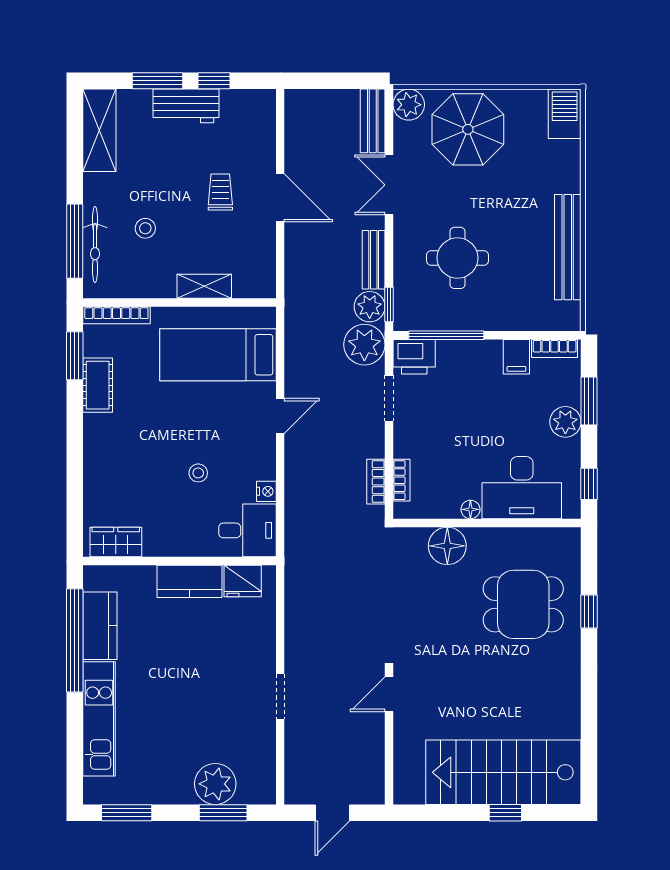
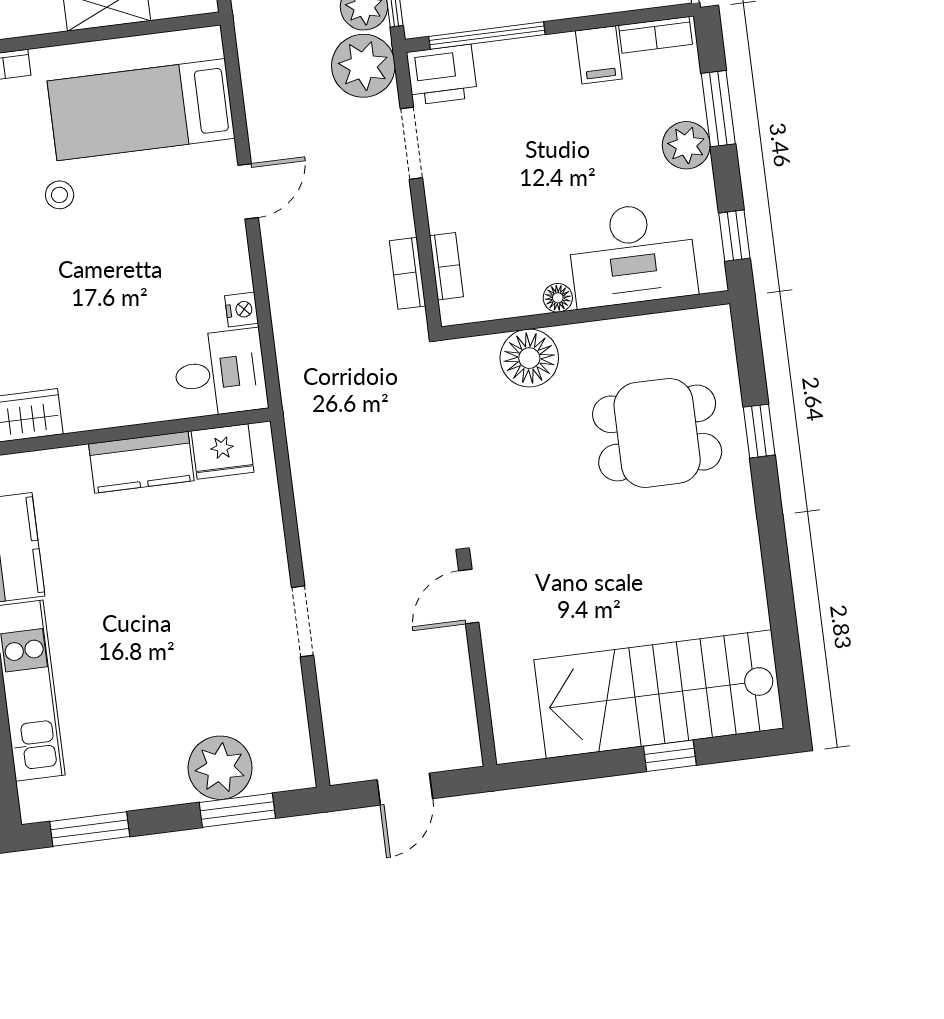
stool: (198, 473) -> (60, 195), moved

